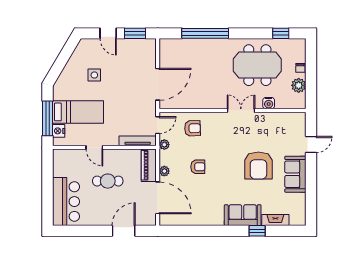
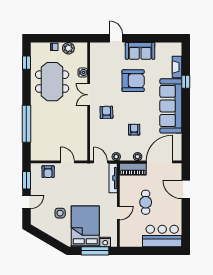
armchair: (146, 60) -> (48, 172), added
door: (158, 84) -> (68, 162), width x0.53
bed: (78, 112) -> (85, 226), width x1.50
armchair: (192, 128) -> (106, 112), moved
sofa: (243, 215) -> (171, 106), width x1.85, depth x1.27

